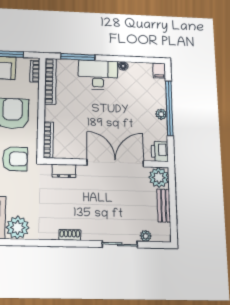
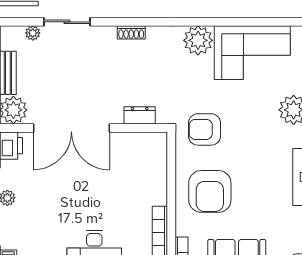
bookcase: (48, 140) -> (161, 157), removed

